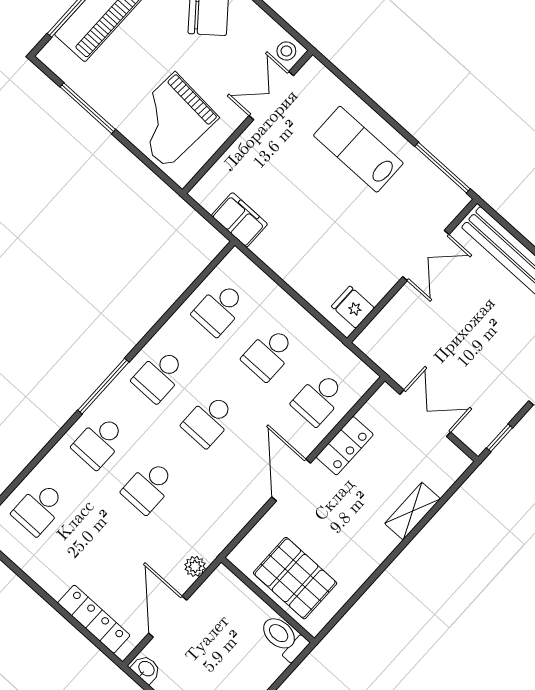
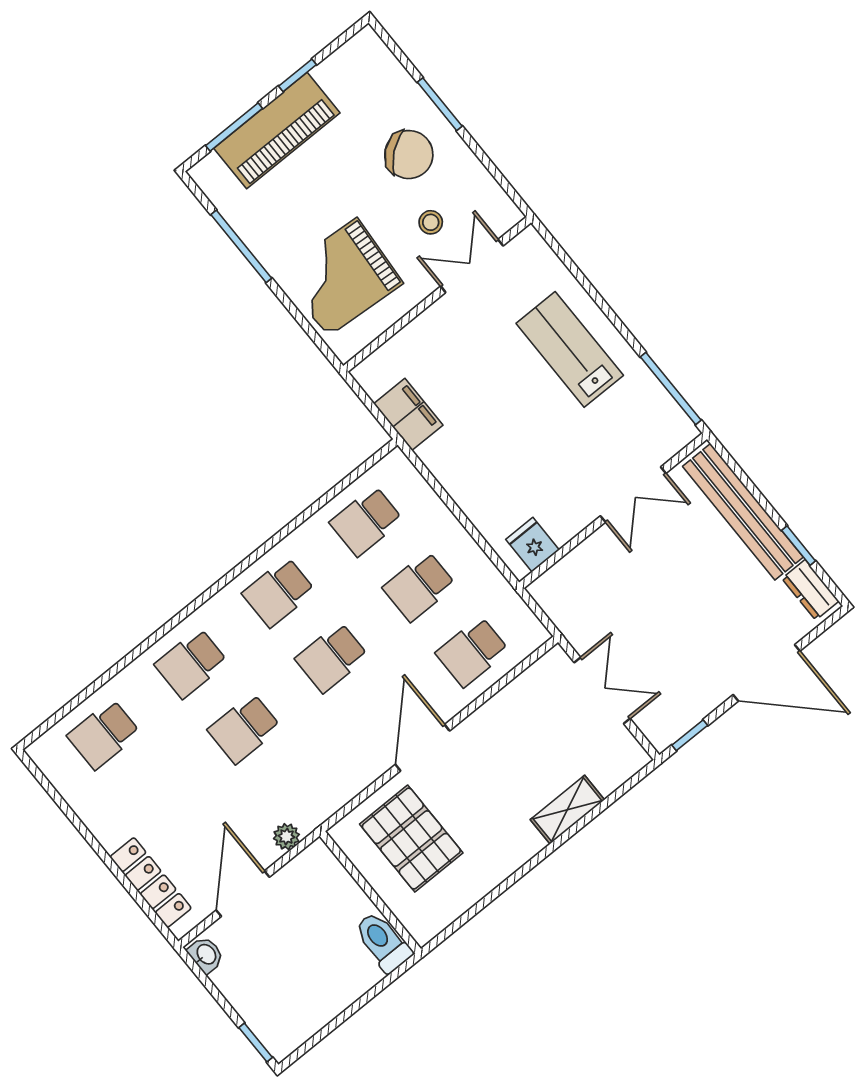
stool: (286, 51) -> (431, 222), moved
window: (103, 386) -> (207, 595), removed
locker: (345, 446) -> (496, 715), removed
pallet: (295, 578) -> (411, 839), moved

